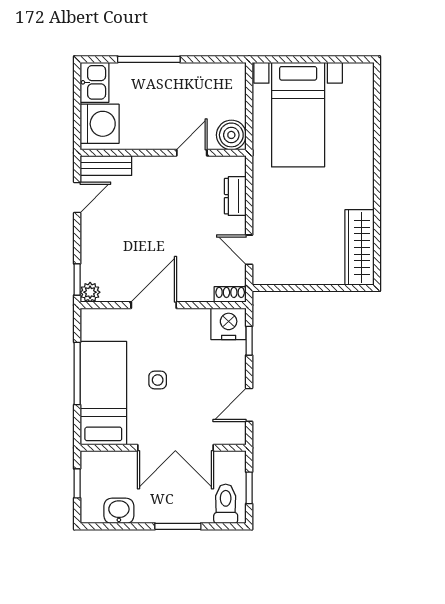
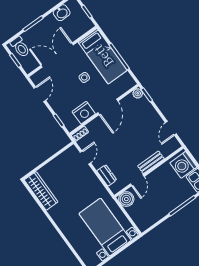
bench: (106, 166) -> (151, 162), moved
door: (249, 250) -> (85, 157), hinge flipped
nightstand: (229, 324) -> (84, 113), moved

